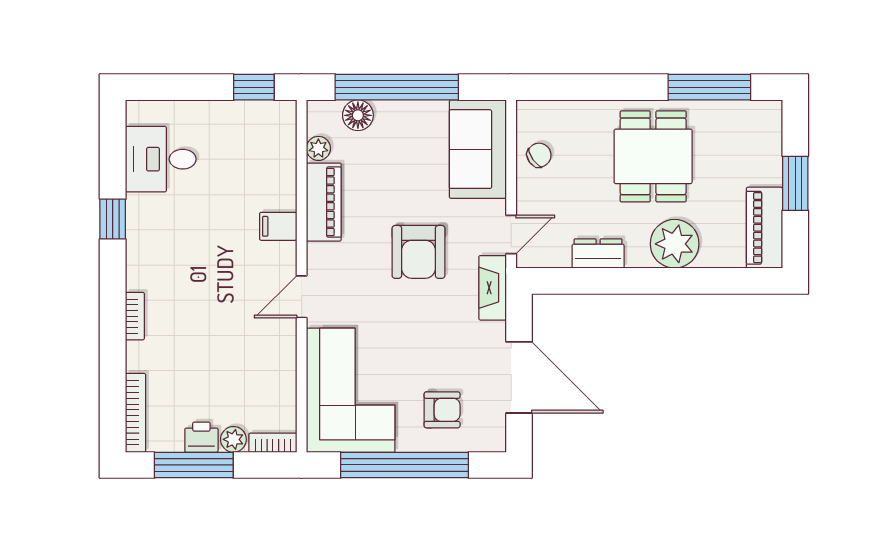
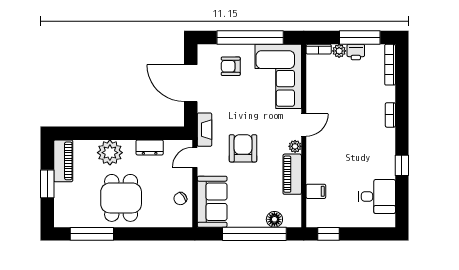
plant: (318, 148) -> (295, 146), moved
filing cabinet: (278, 226) -> (316, 191), moved

